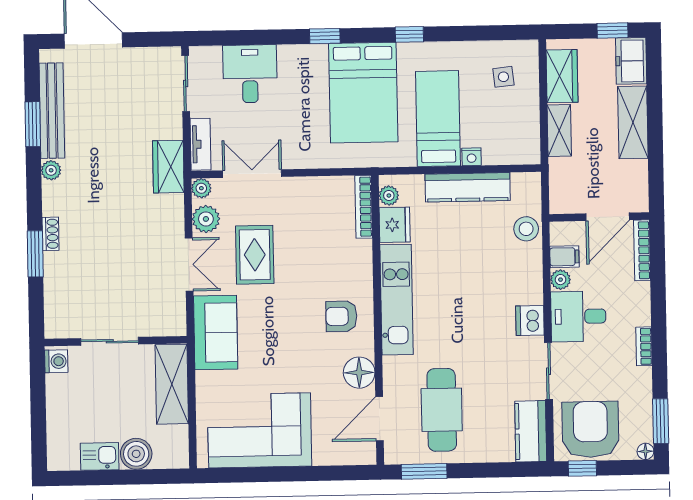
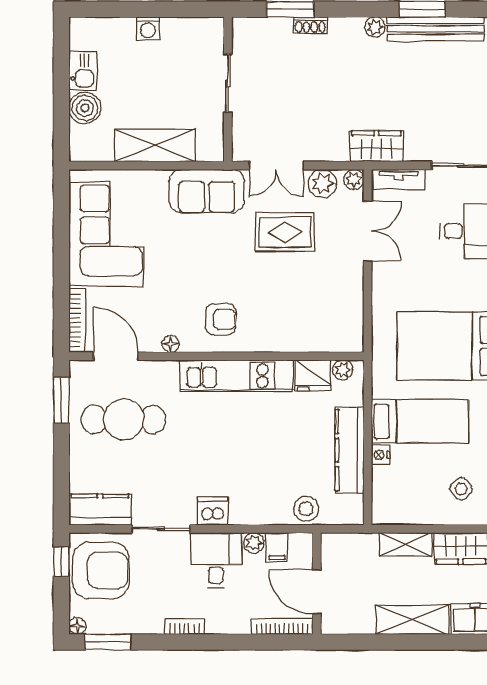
side table: (503, 77) -> (461, 489), turned -35
bookcase: (364, 207) -> (77, 320), moved, turned 90
armchair: (341, 316) -> (221, 319), turned 90
sliding door: (110, 341) -> (228, 83), moved
wall: (116, 341) -> (228, 89), moved
washing machine: (56, 361) -> (148, 28), moved
floor lamp: (359, 373) -> (171, 344), width x0.53, depth x0.53

